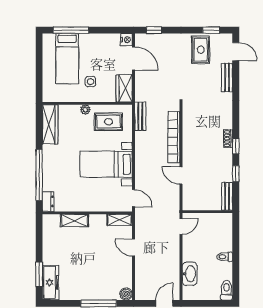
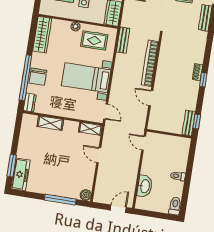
chair: (53, 172) -> (38, 77), added
window: (236, 174) -> (197, 122), moved
door: (181, 226) -> (144, 143), swing flipped

